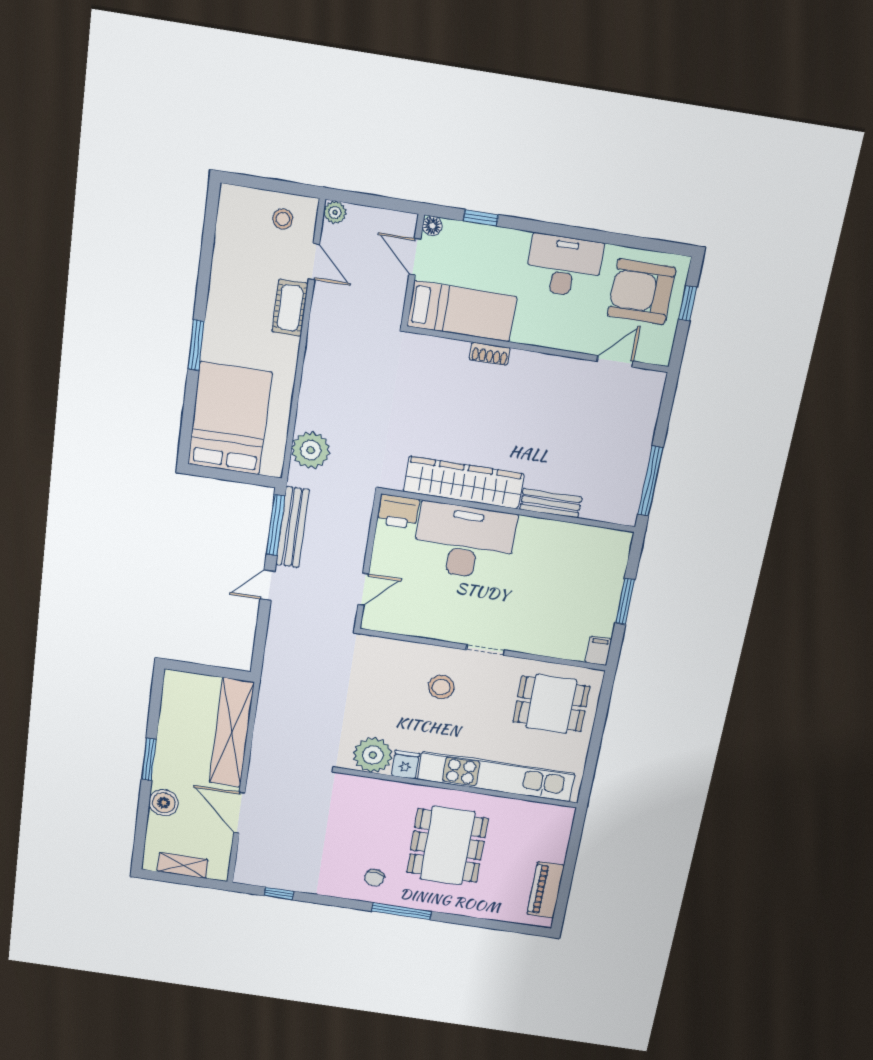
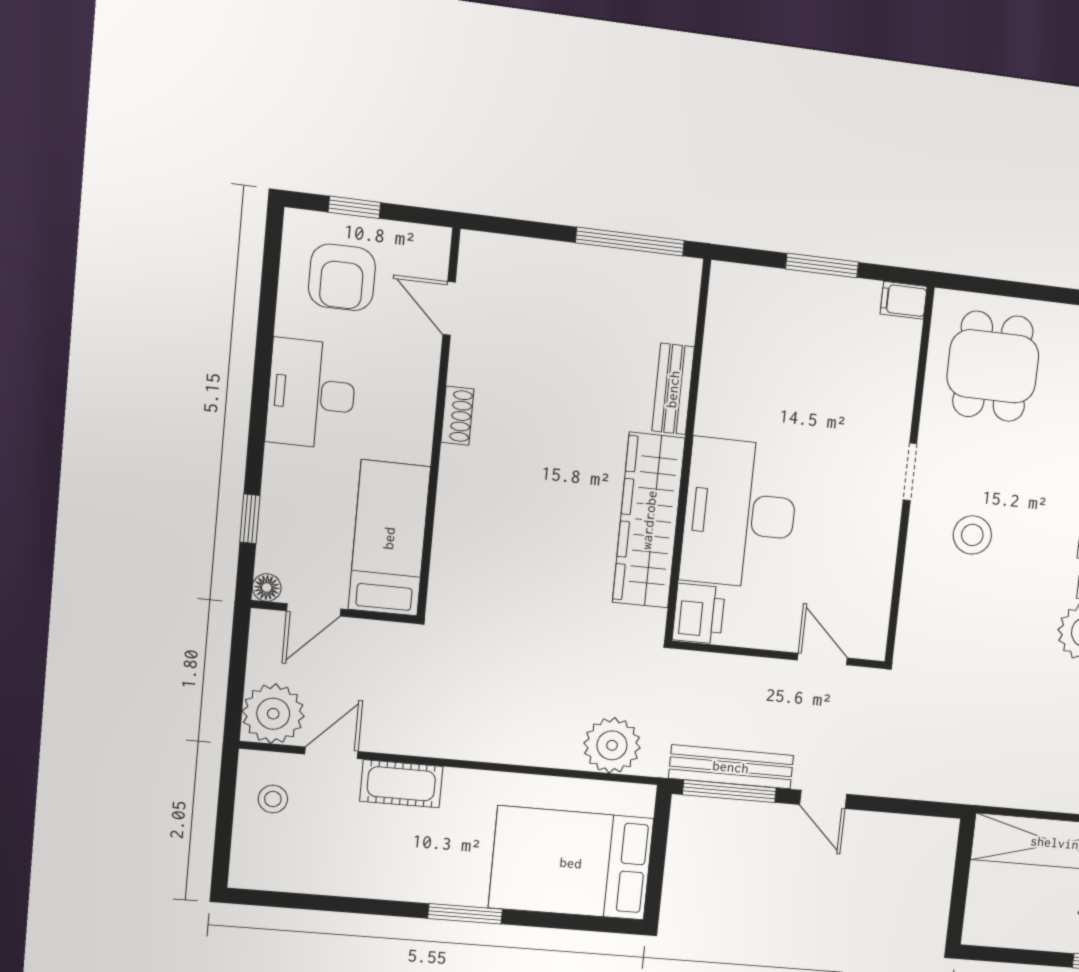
plant: (335, 212) -> (273, 714), width x1.87, depth x1.87
armchair: (641, 292) -> (342, 277), width x0.73, depth x0.73
shoe rack: (490, 354) -> (457, 416), moved

